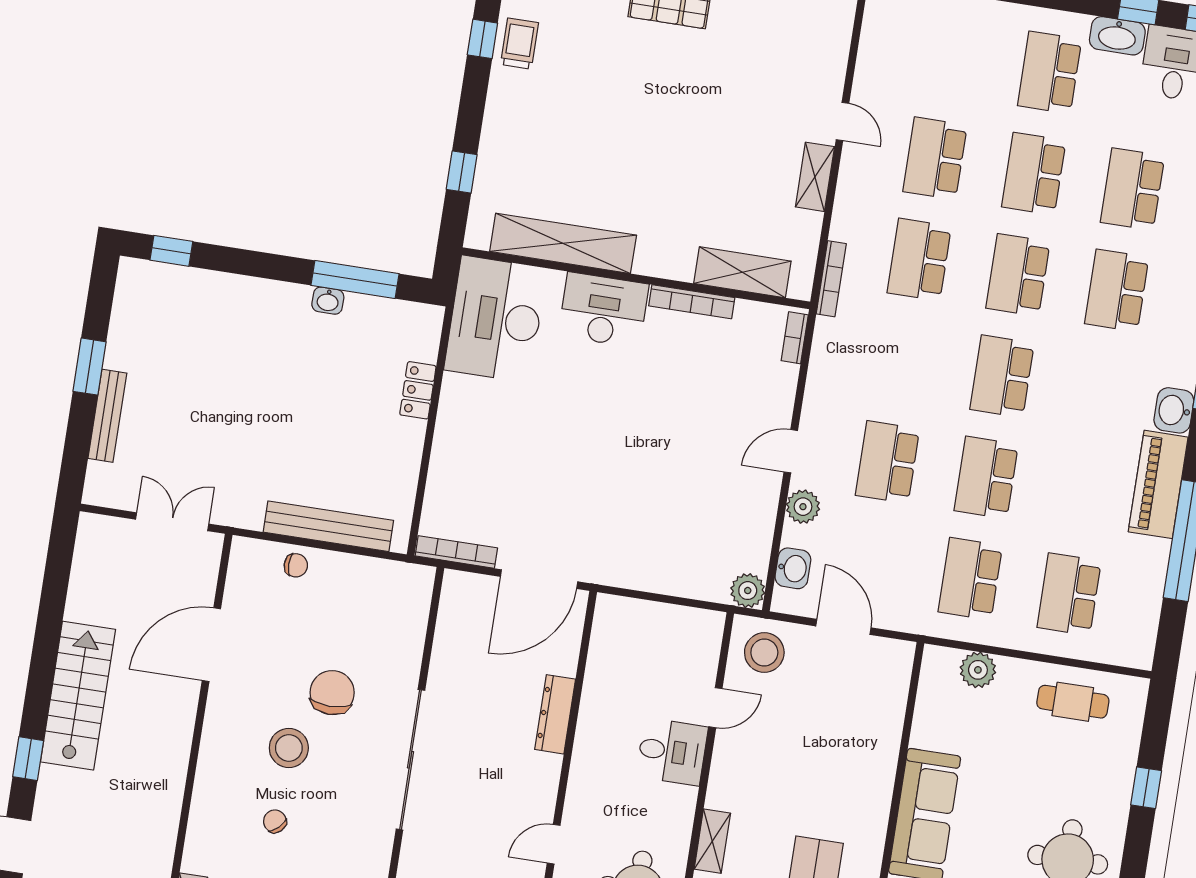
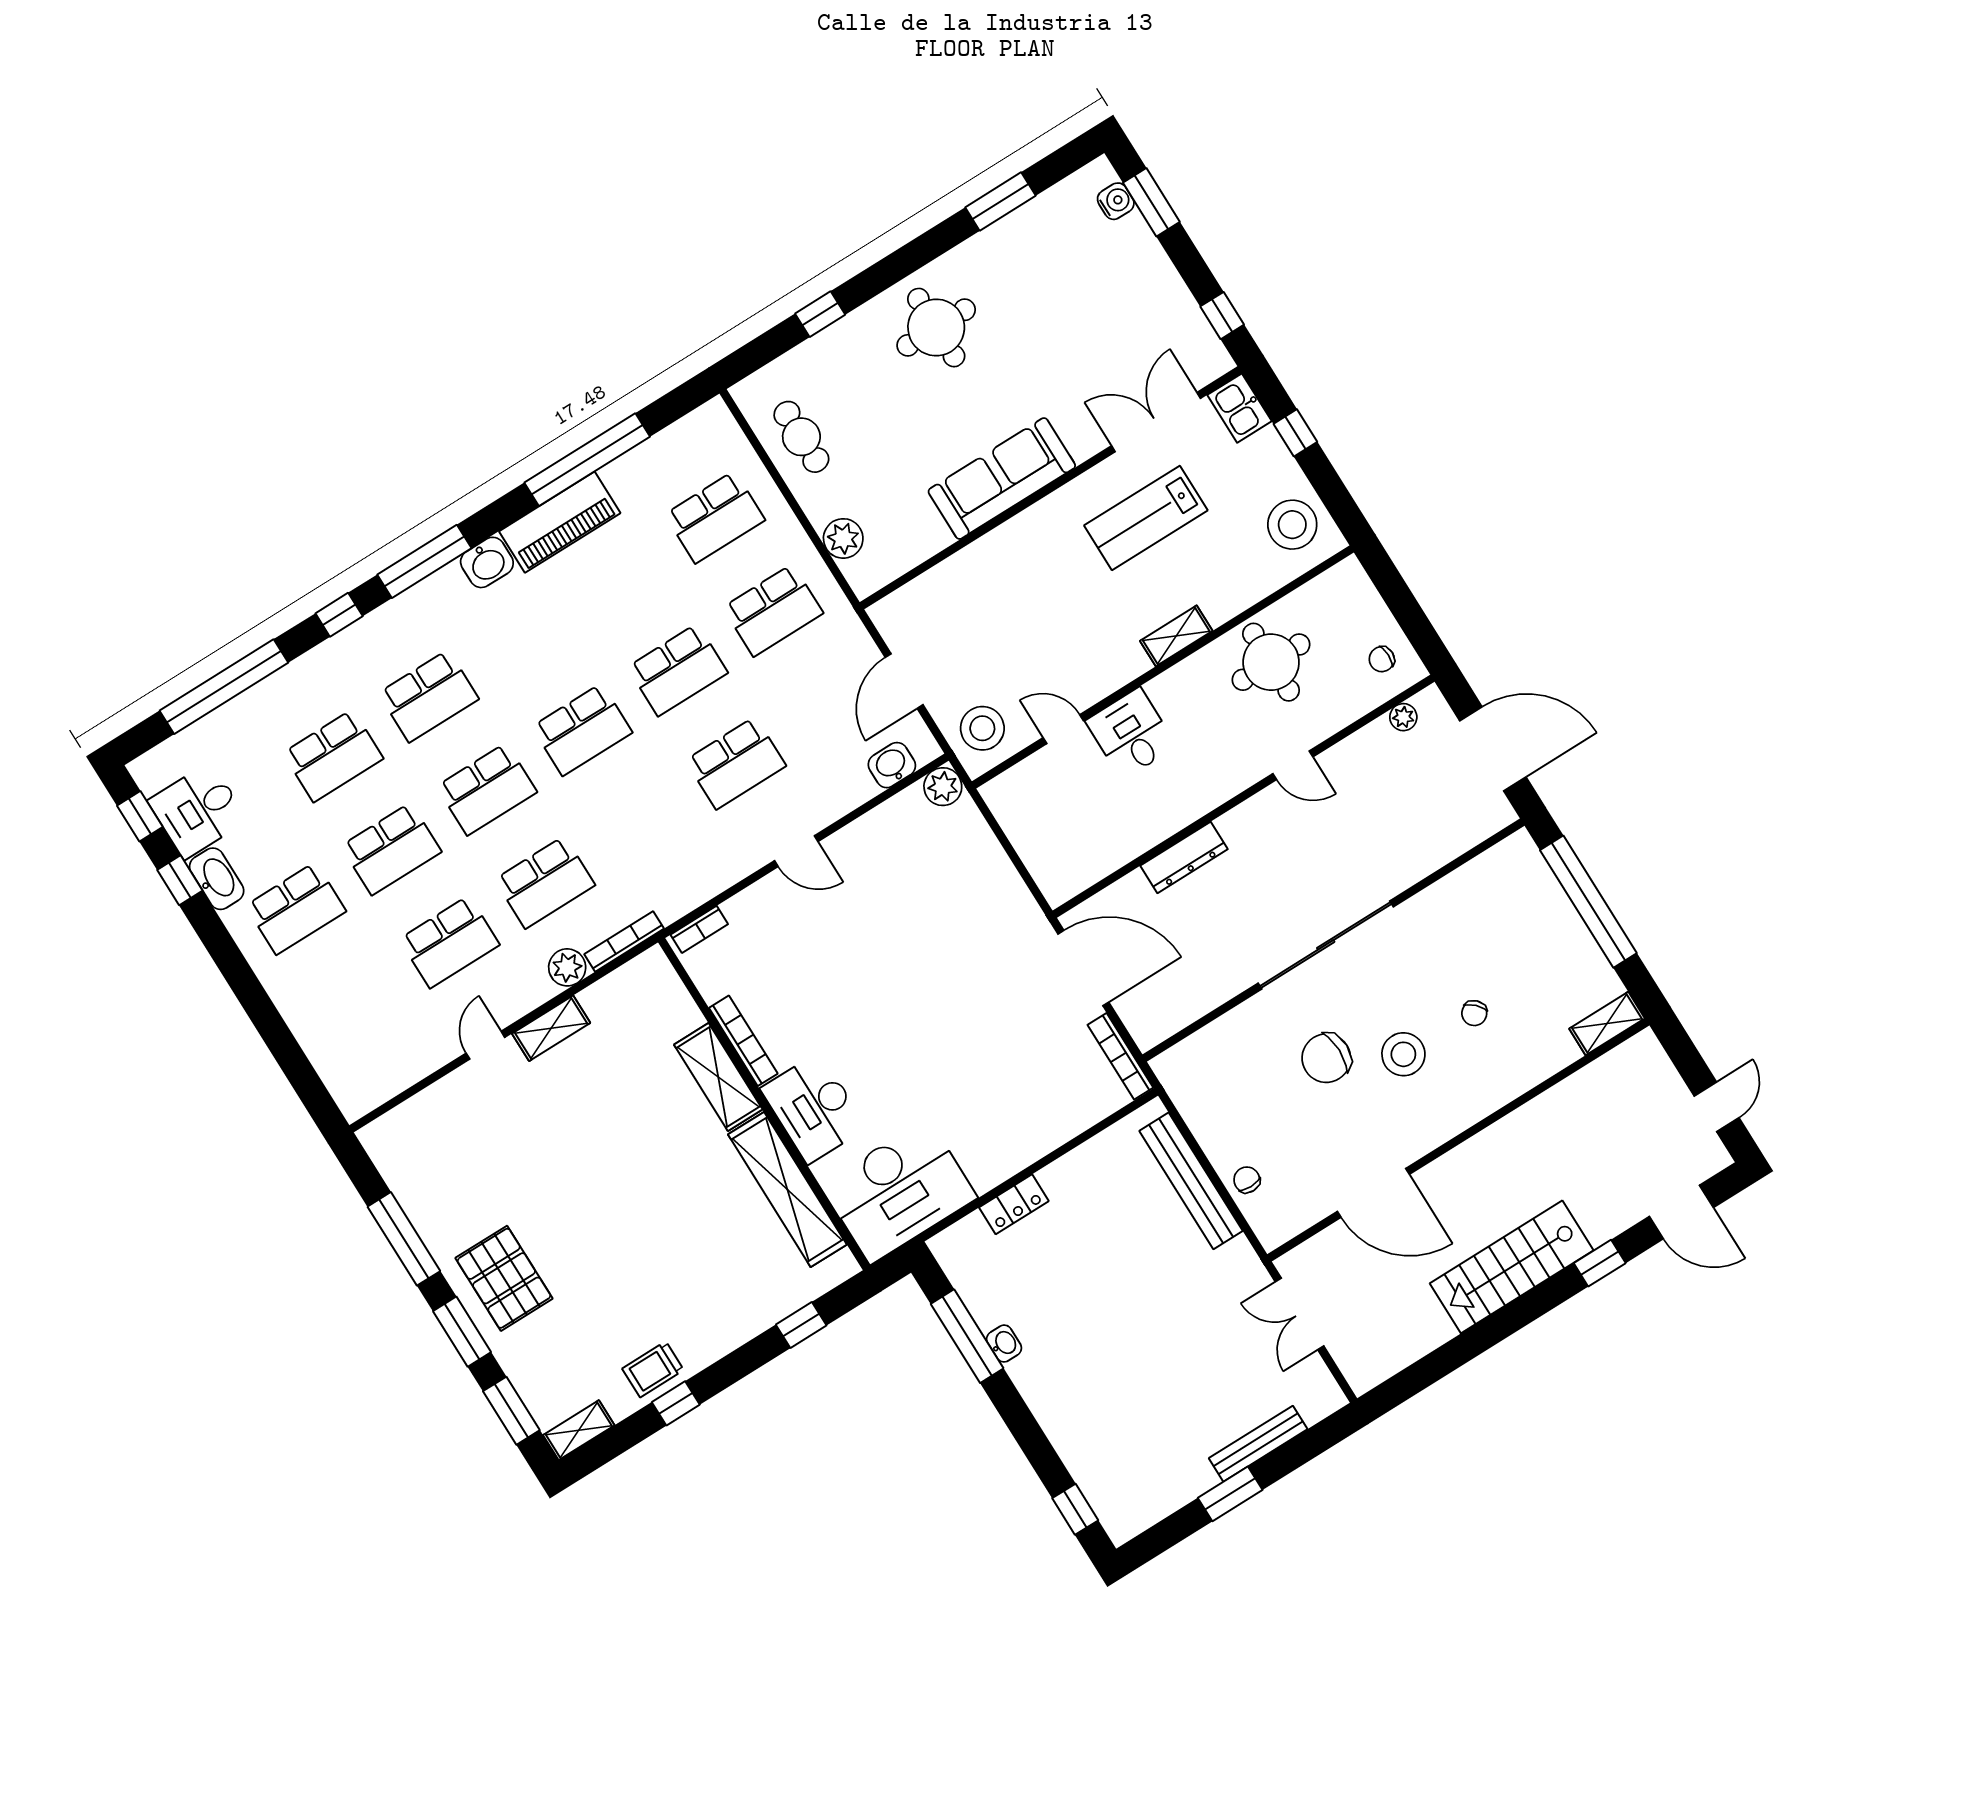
shelving: (742, 272) -> (718, 1077), moved
plant: (803, 507) -> (567, 967), moved

